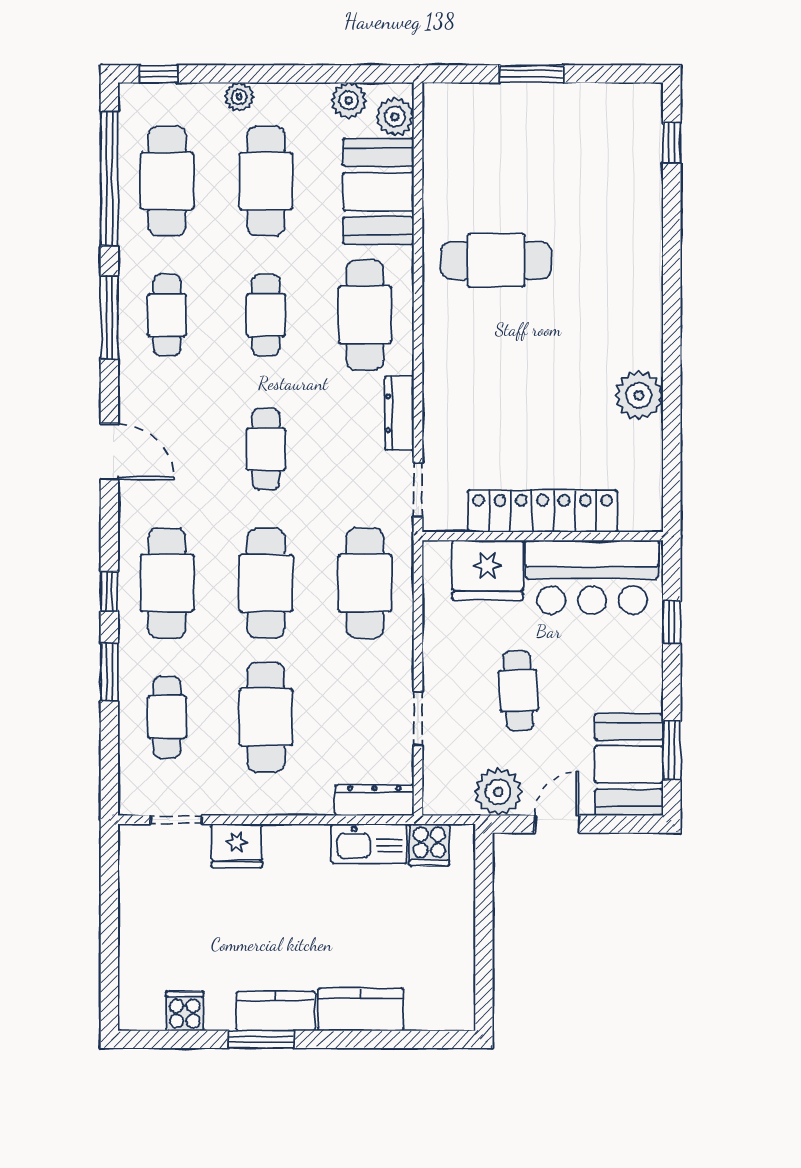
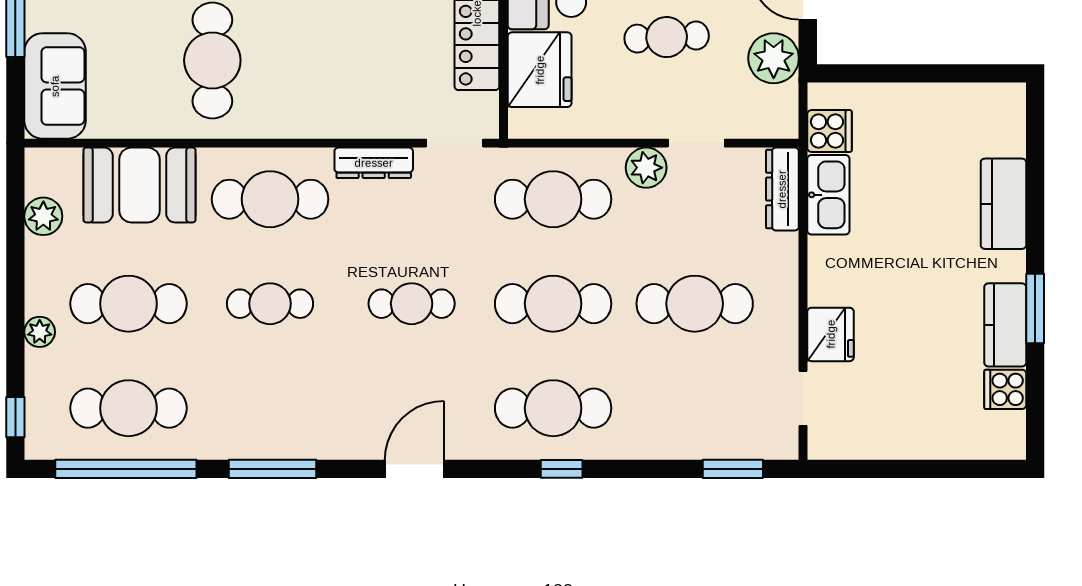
sofa: (472, 111) -> (55, 86), added
plant: (395, 117) -> (646, 168), moved
cafe table: (167, 315) -> (270, 408), removed
window: (109, 672) -> (733, 469), moved
cafe table: (167, 717) -> (695, 408), removed
kitchen counter: (275, 1011) -> (1005, 325), moved

